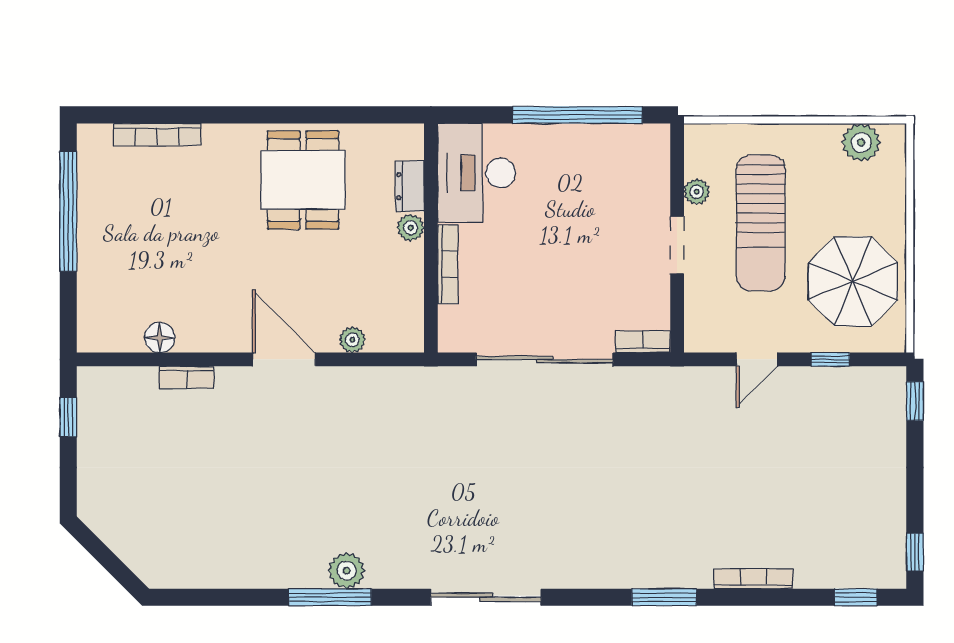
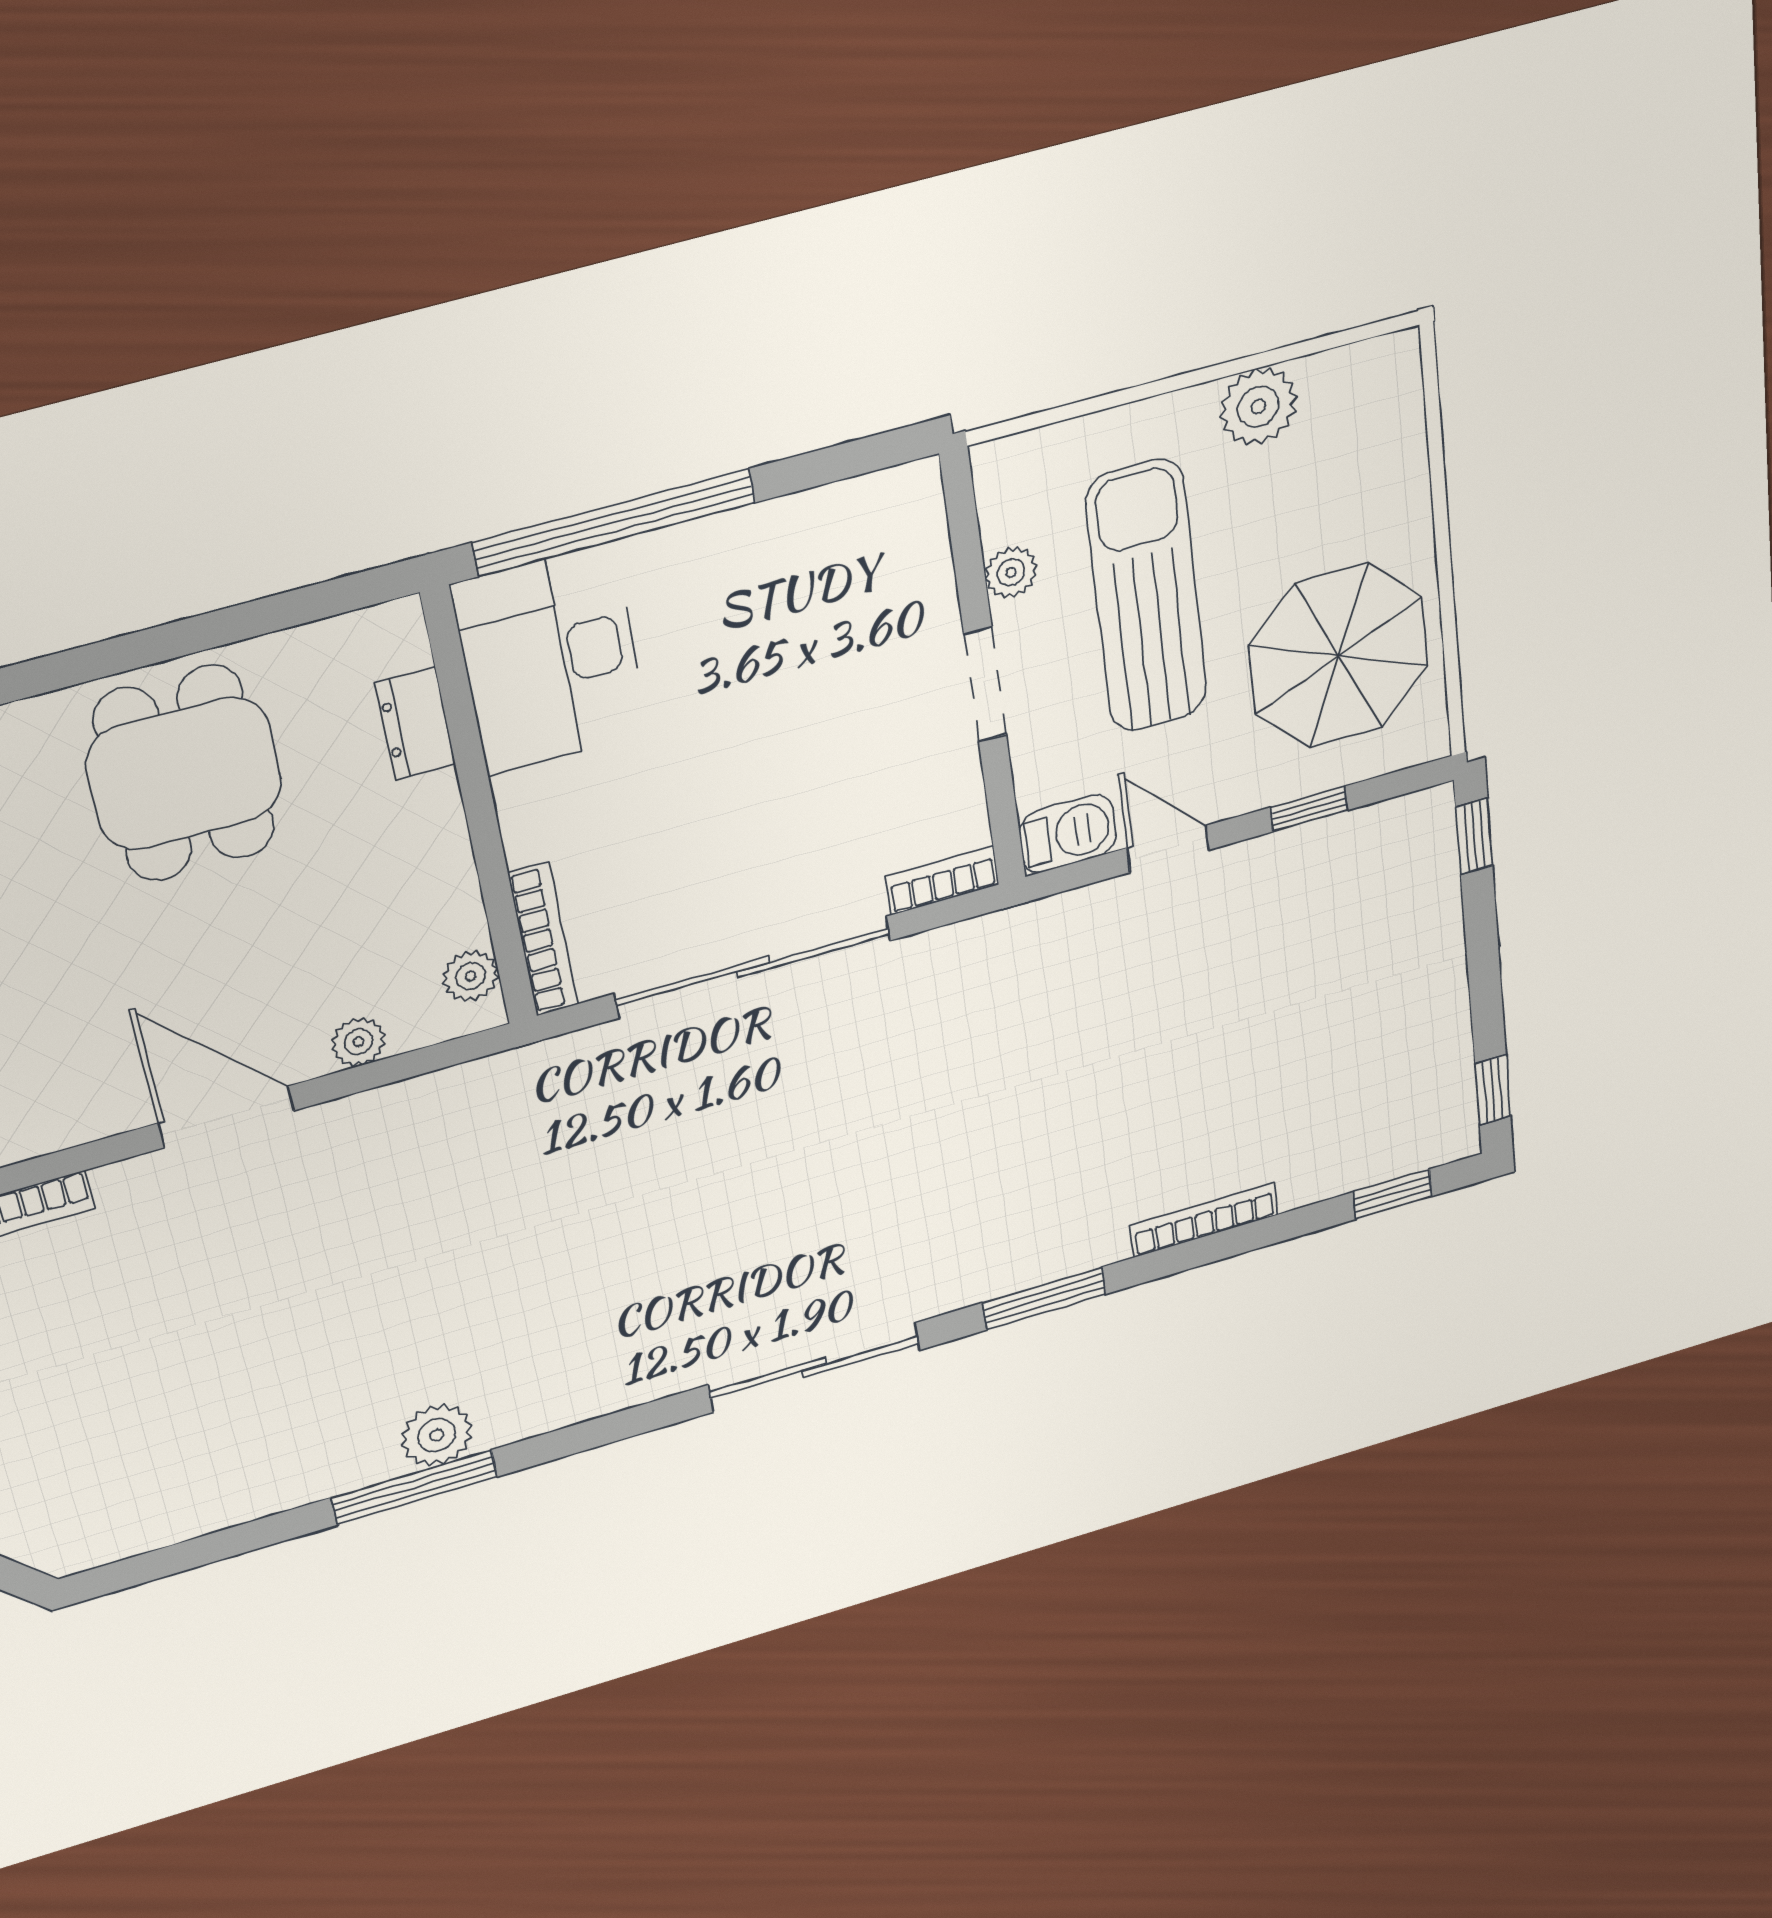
window: (577, 115) -> (614, 523), moved
plant: (861, 143) -> (1258, 407), moved
sun lounger: (761, 223) -> (1147, 597), turned 180
plant: (411, 228) -> (470, 976), moved
bookcase: (448, 264) -> (543, 939), moved
barbecue: (708, 336) -> (1068, 834), added
door: (757, 359) -> (1168, 849), swing flipped
sliding door: (486, 597) -> (814, 1367), moved

